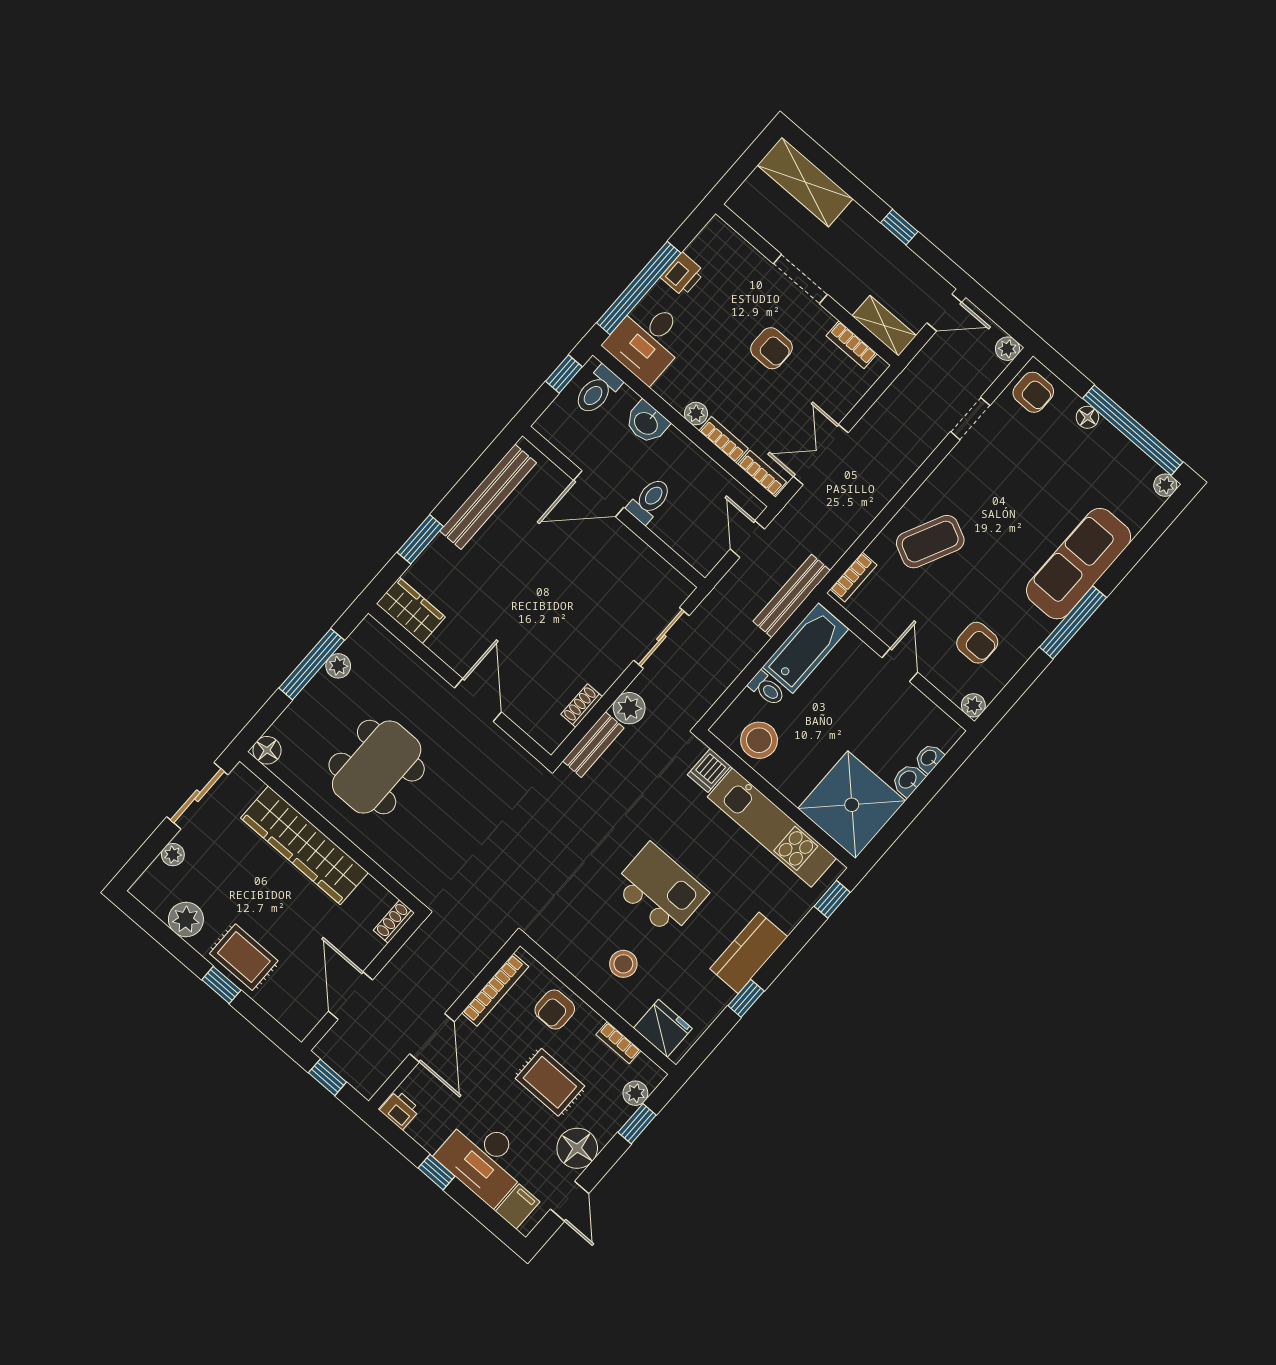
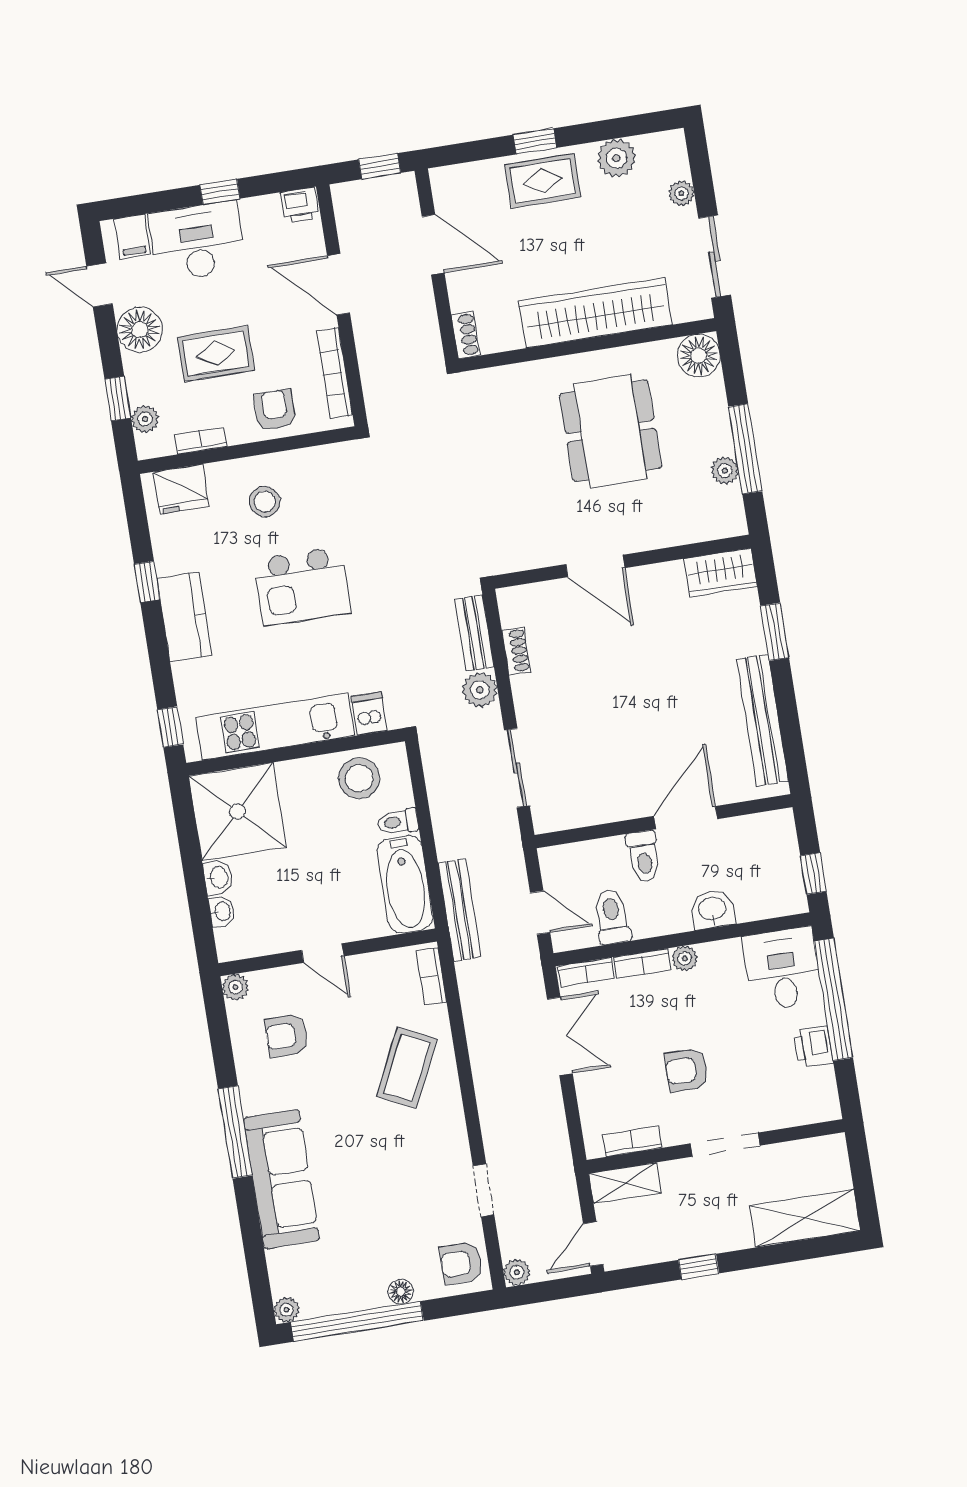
toilet: (597, 390) -> (612, 917), moved
floor lamp: (267, 750) -> (699, 356), width x1.38, depth x1.38

